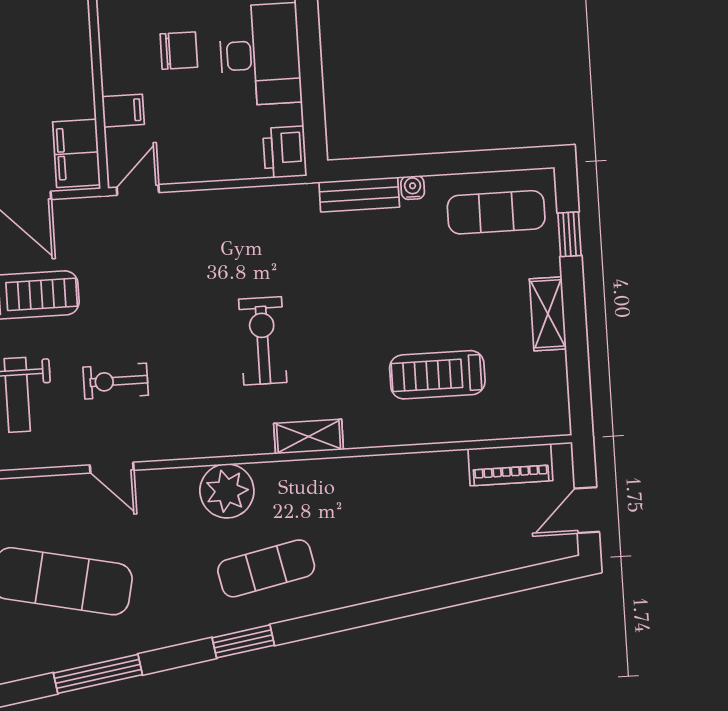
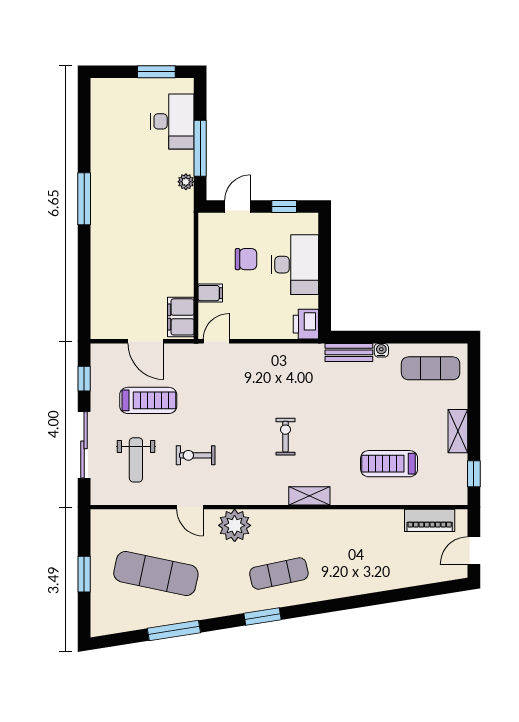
window: (570, 234) -> (474, 474), moved
exercise bike: (263, 341) -> (285, 437), width x0.73, depth x0.72
plant: (227, 491) -> (235, 525), moved

